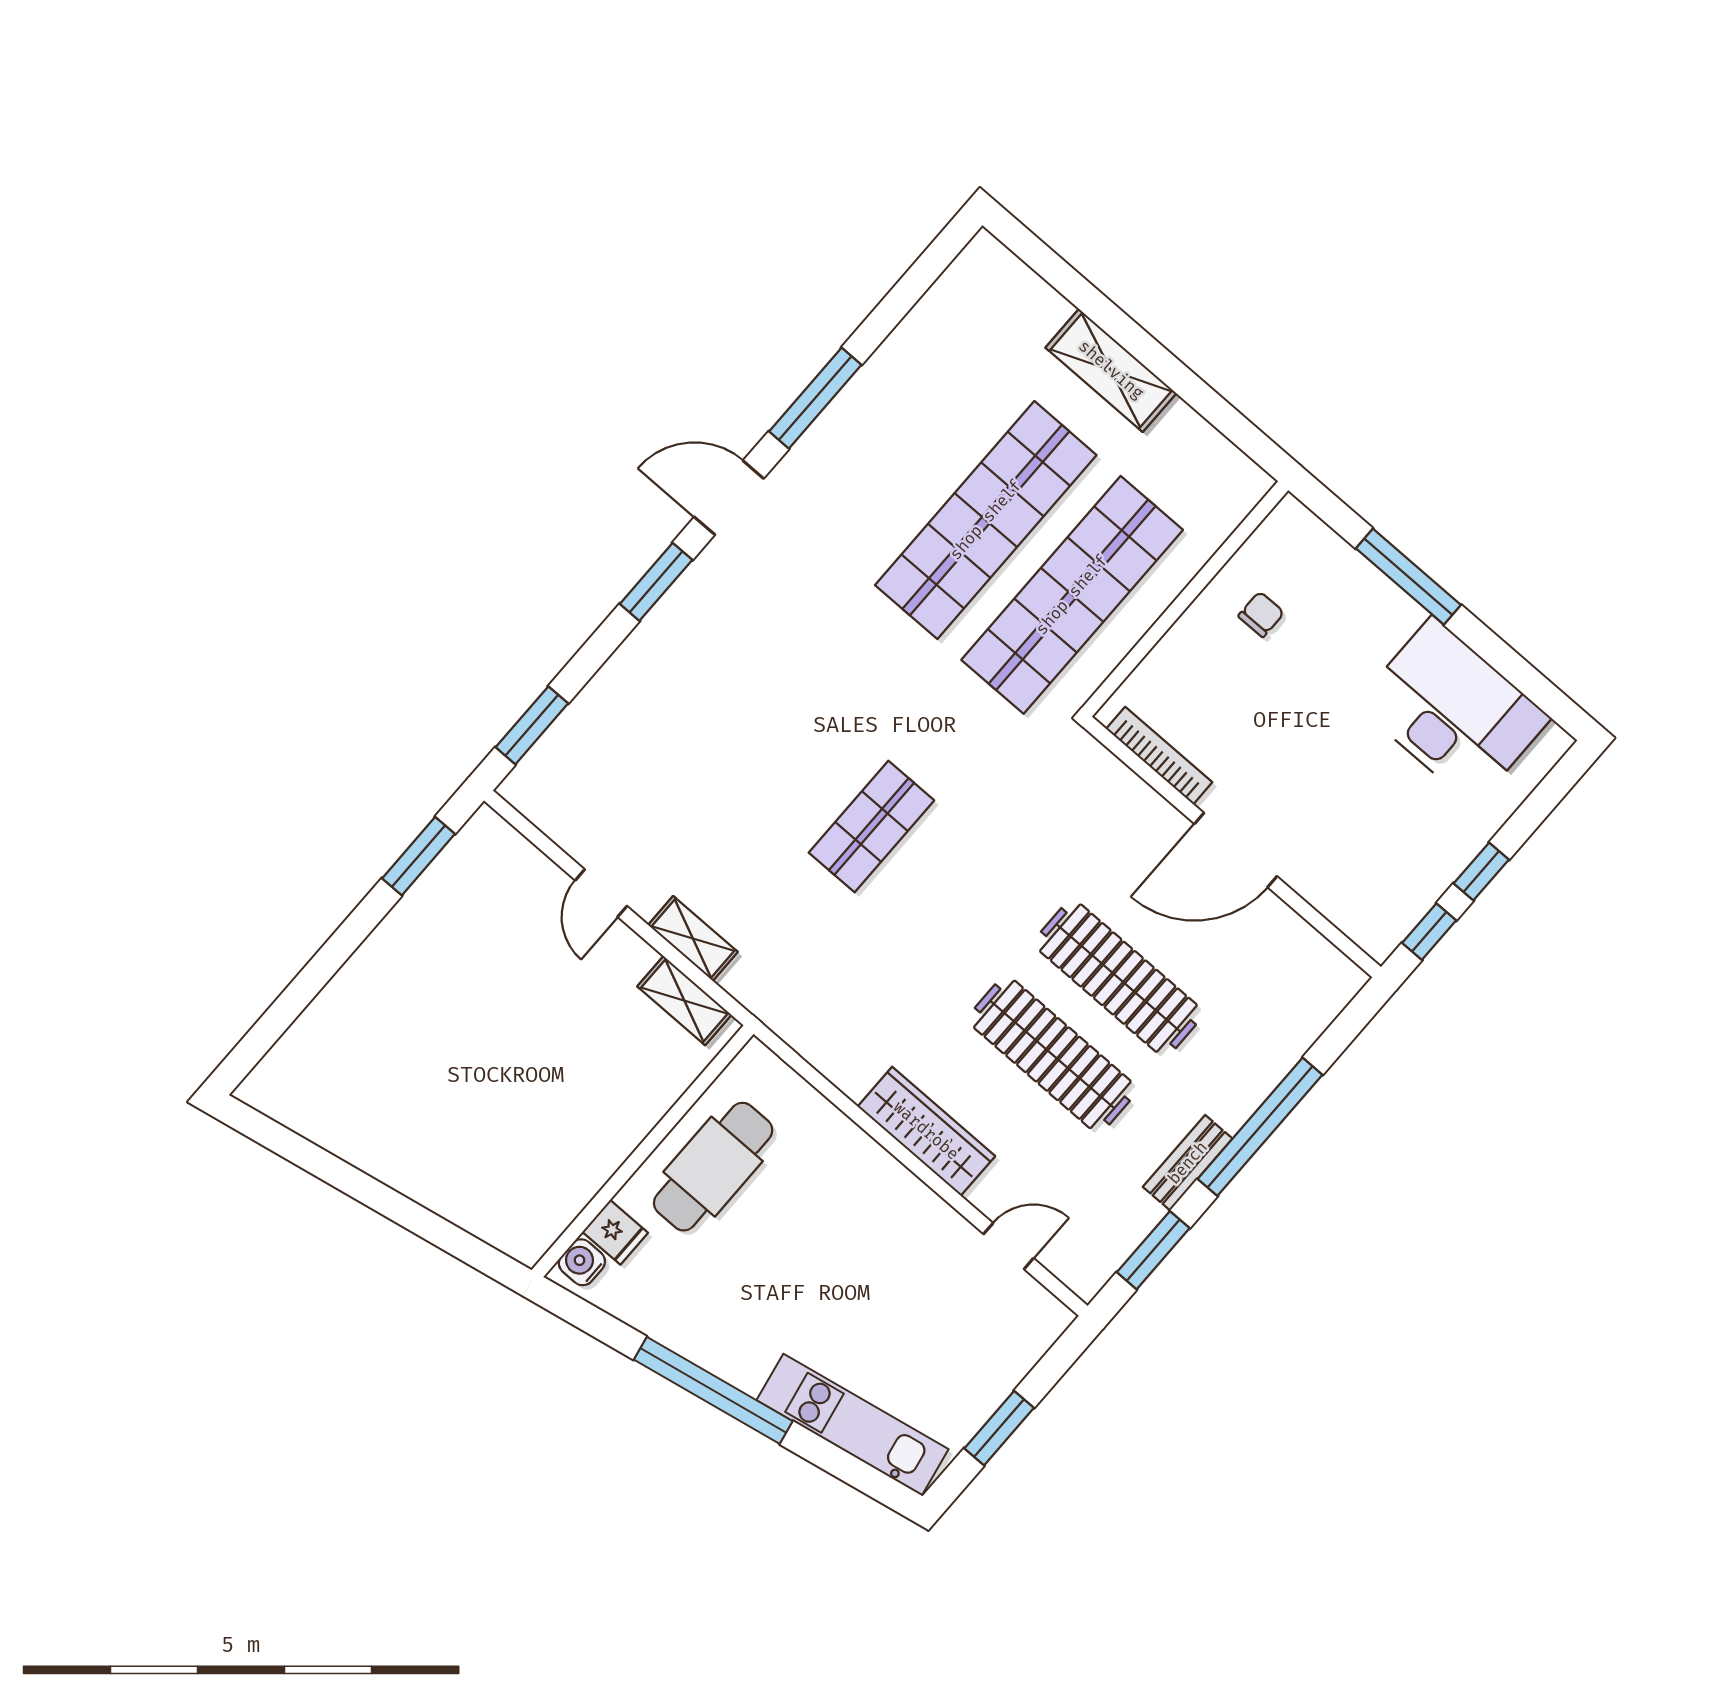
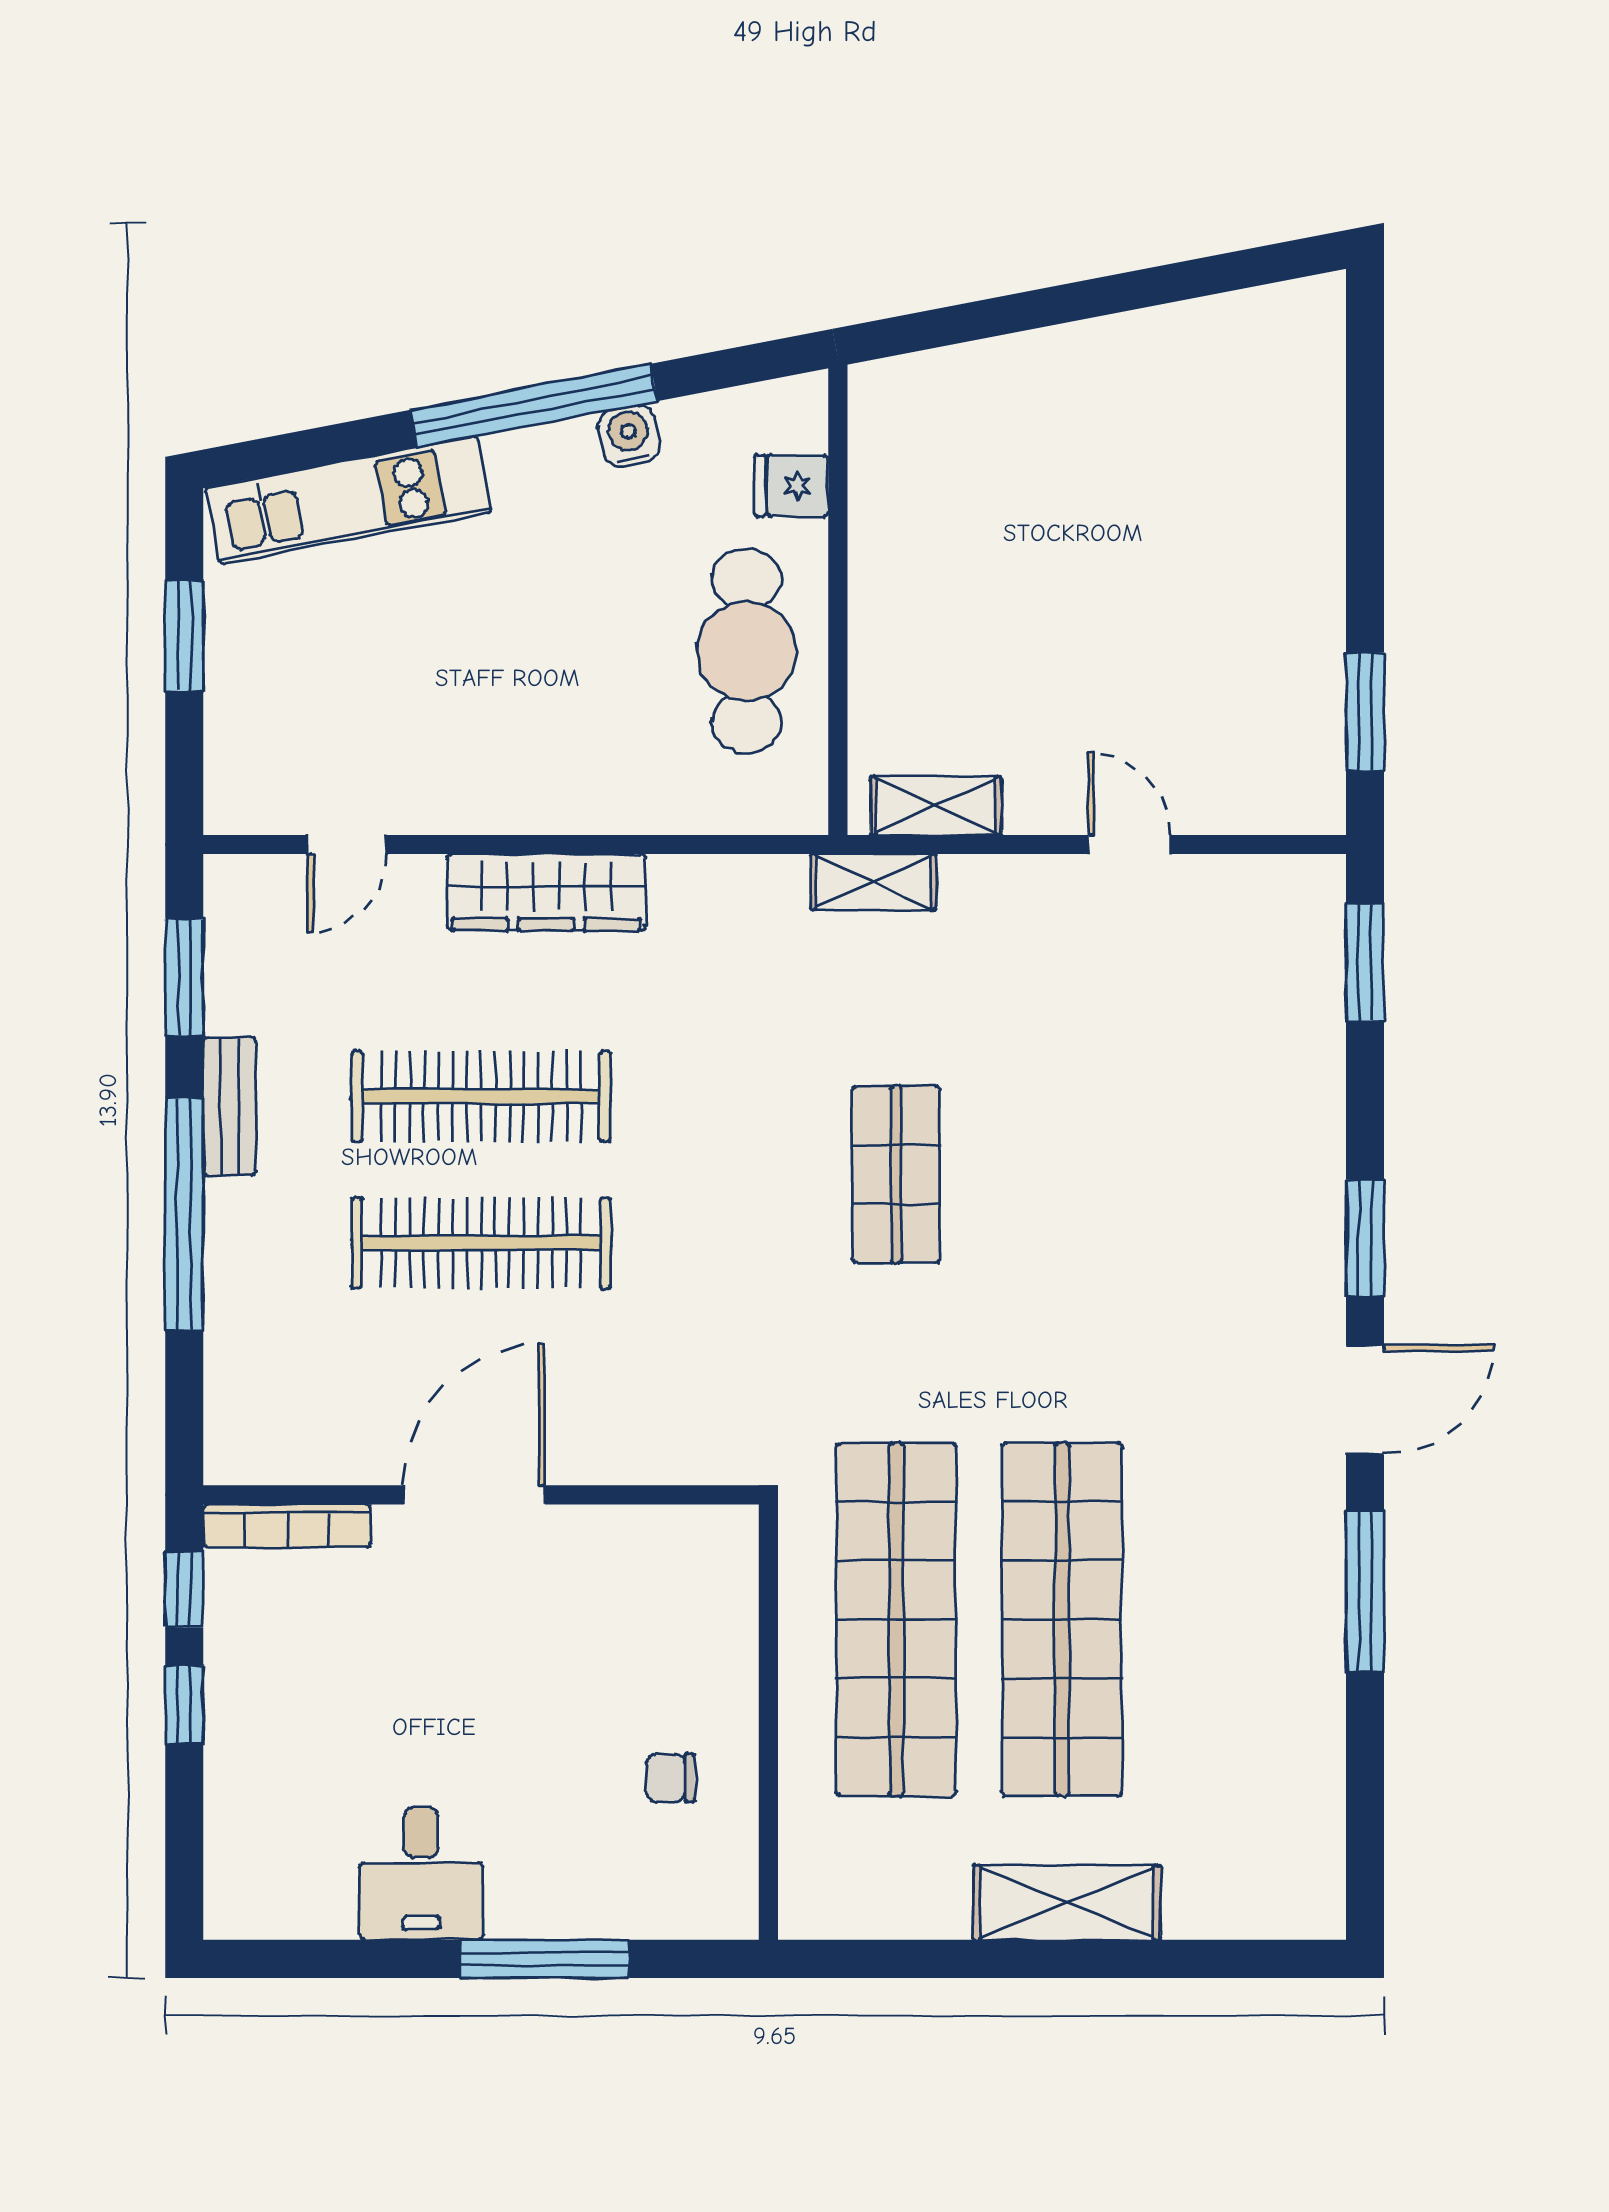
chair: (1261, 614) -> (670, 1778), turned 90
desk: (1453, 711) -> (421, 1874), width x0.53, depth x0.77
bookcase: (1159, 756) -> (287, 1526), moved
shelving: (693, 939) -> (873, 882), moved
water cooler: (582, 1262) -> (629, 436), moved, turned -101

